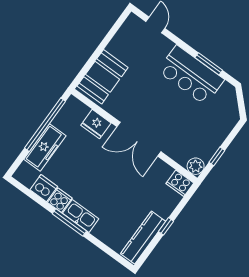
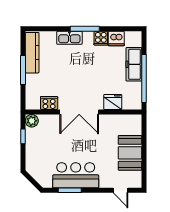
booth: (103, 77) -> (130, 153), moved
double door: (139, 139) -> (79, 112), swing flipped
cooker: (180, 183) -> (49, 103), moved
kitchen sink: (81, 216) -> (69, 38), moved
window: (166, 226) -> (23, 70), width x2.17

